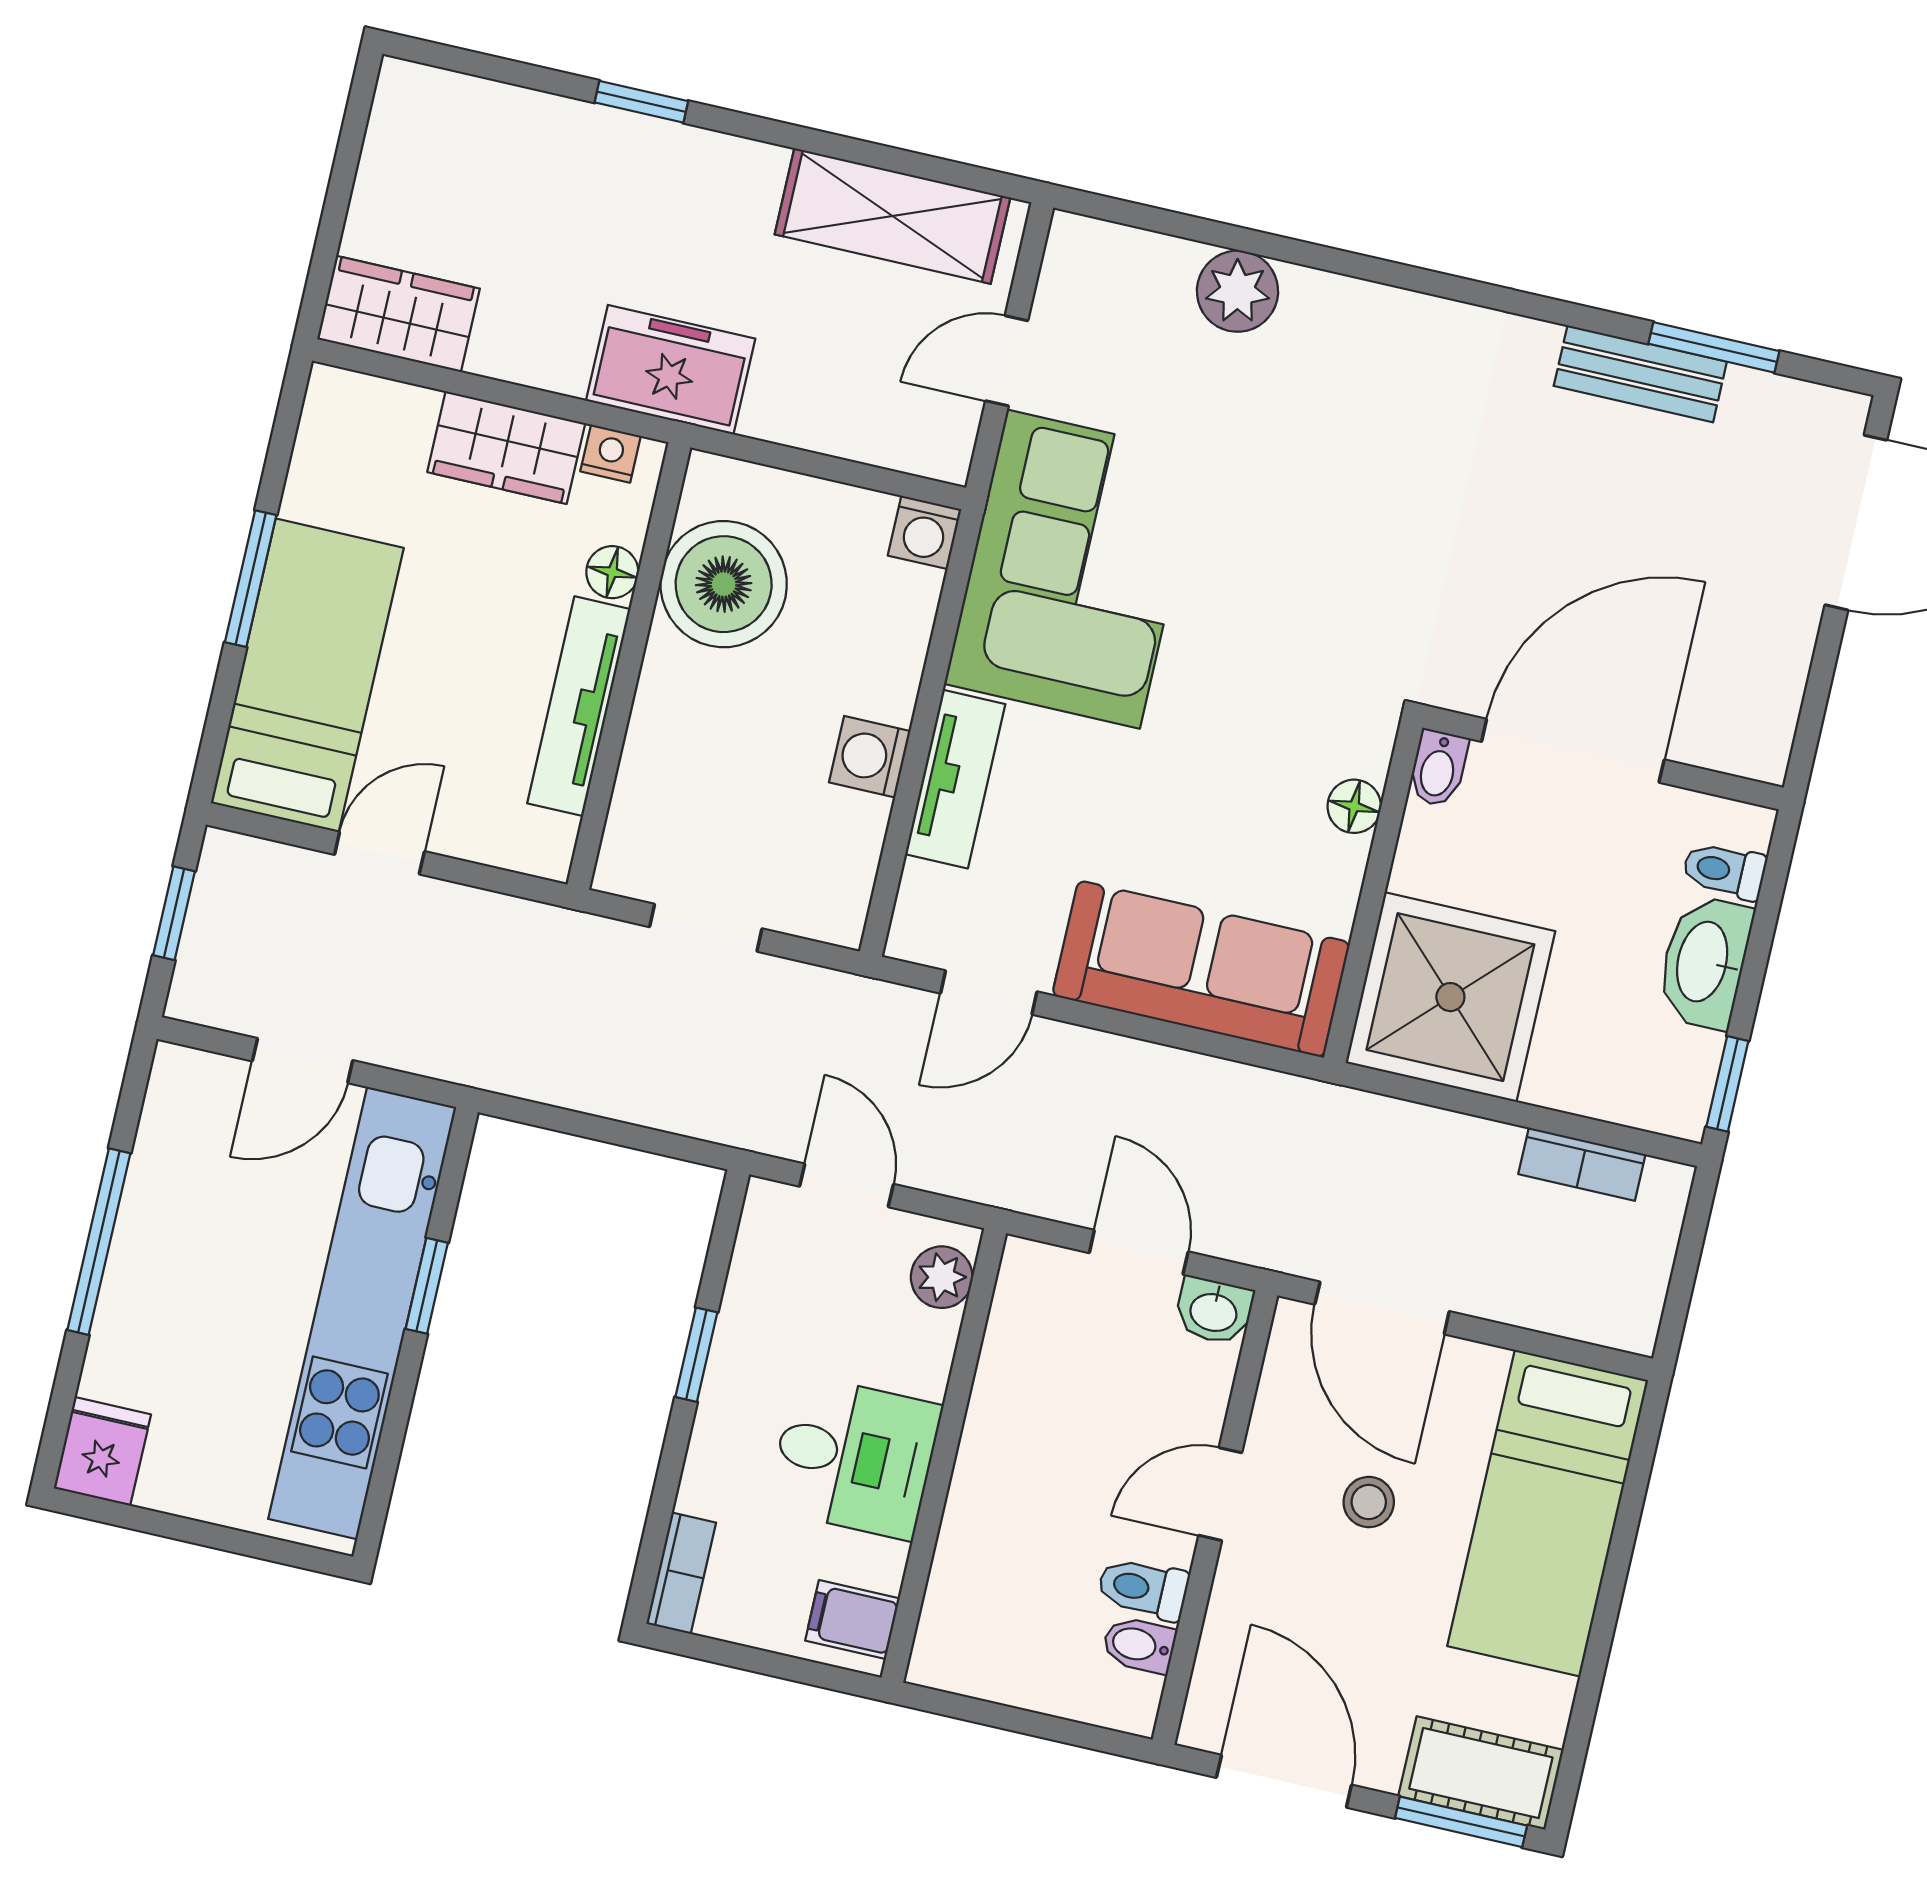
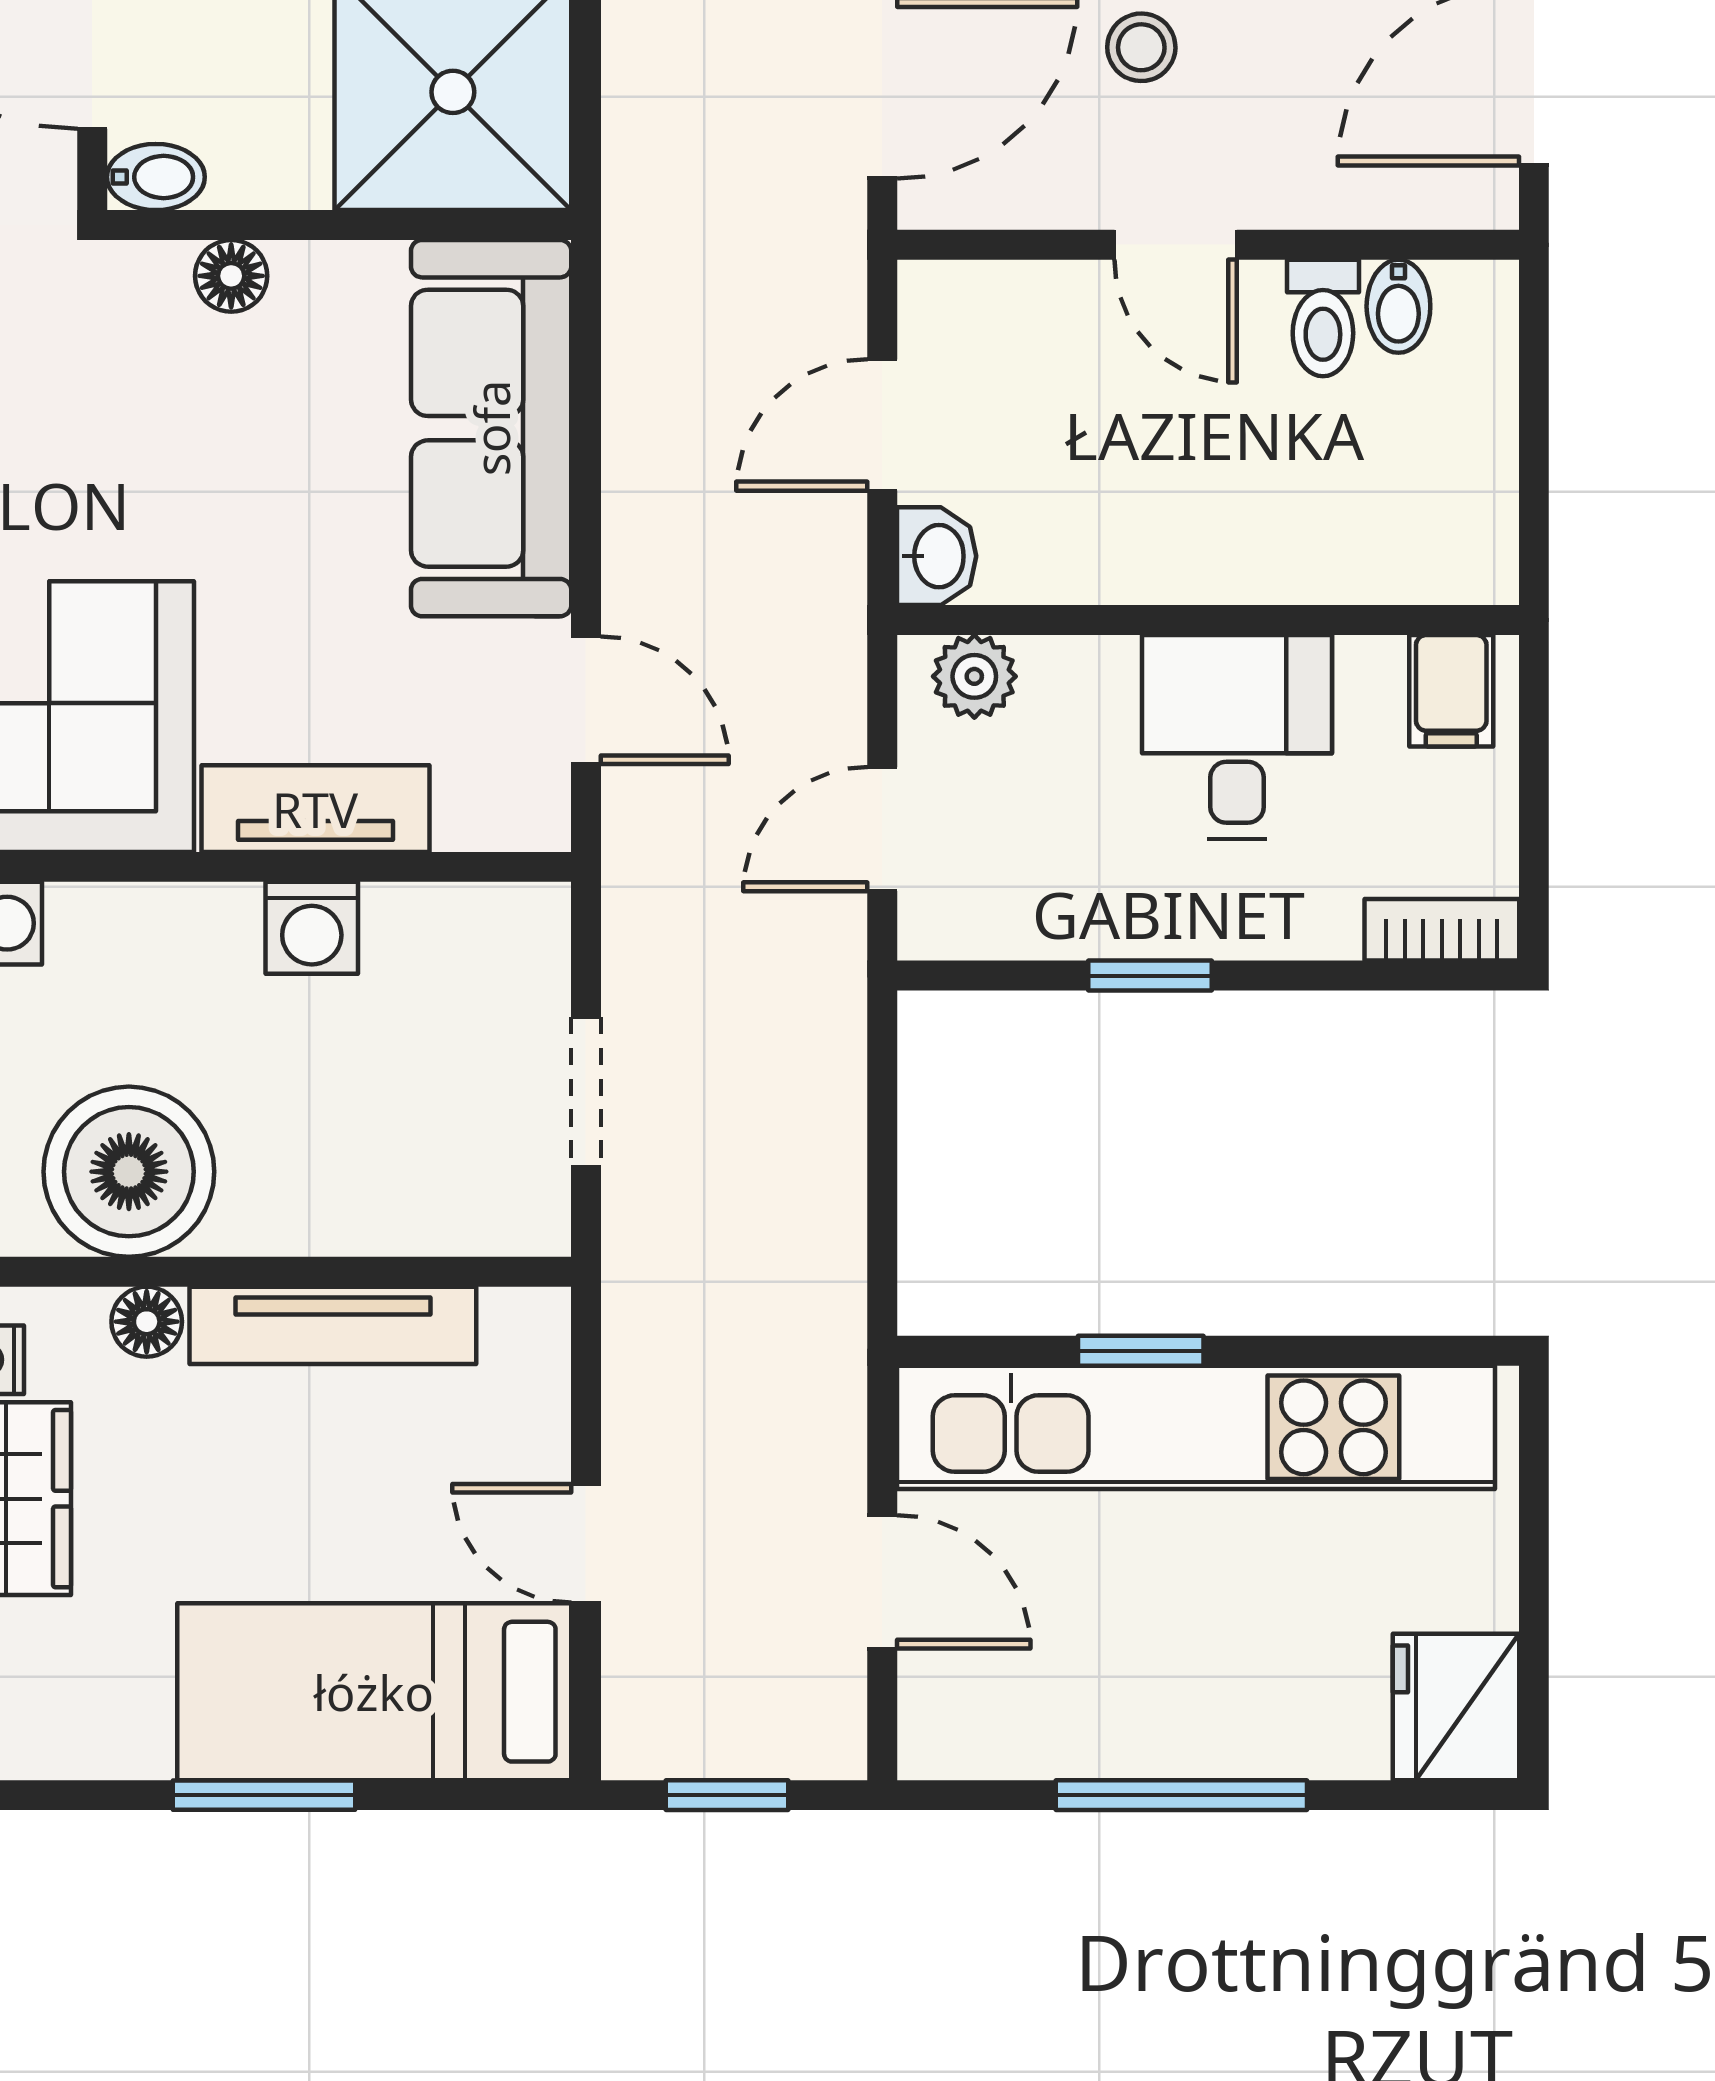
washbasin: (1214, 1311) -> (937, 556), moved
fridge: (102, 1451) -> (1456, 1707), width x1.38

